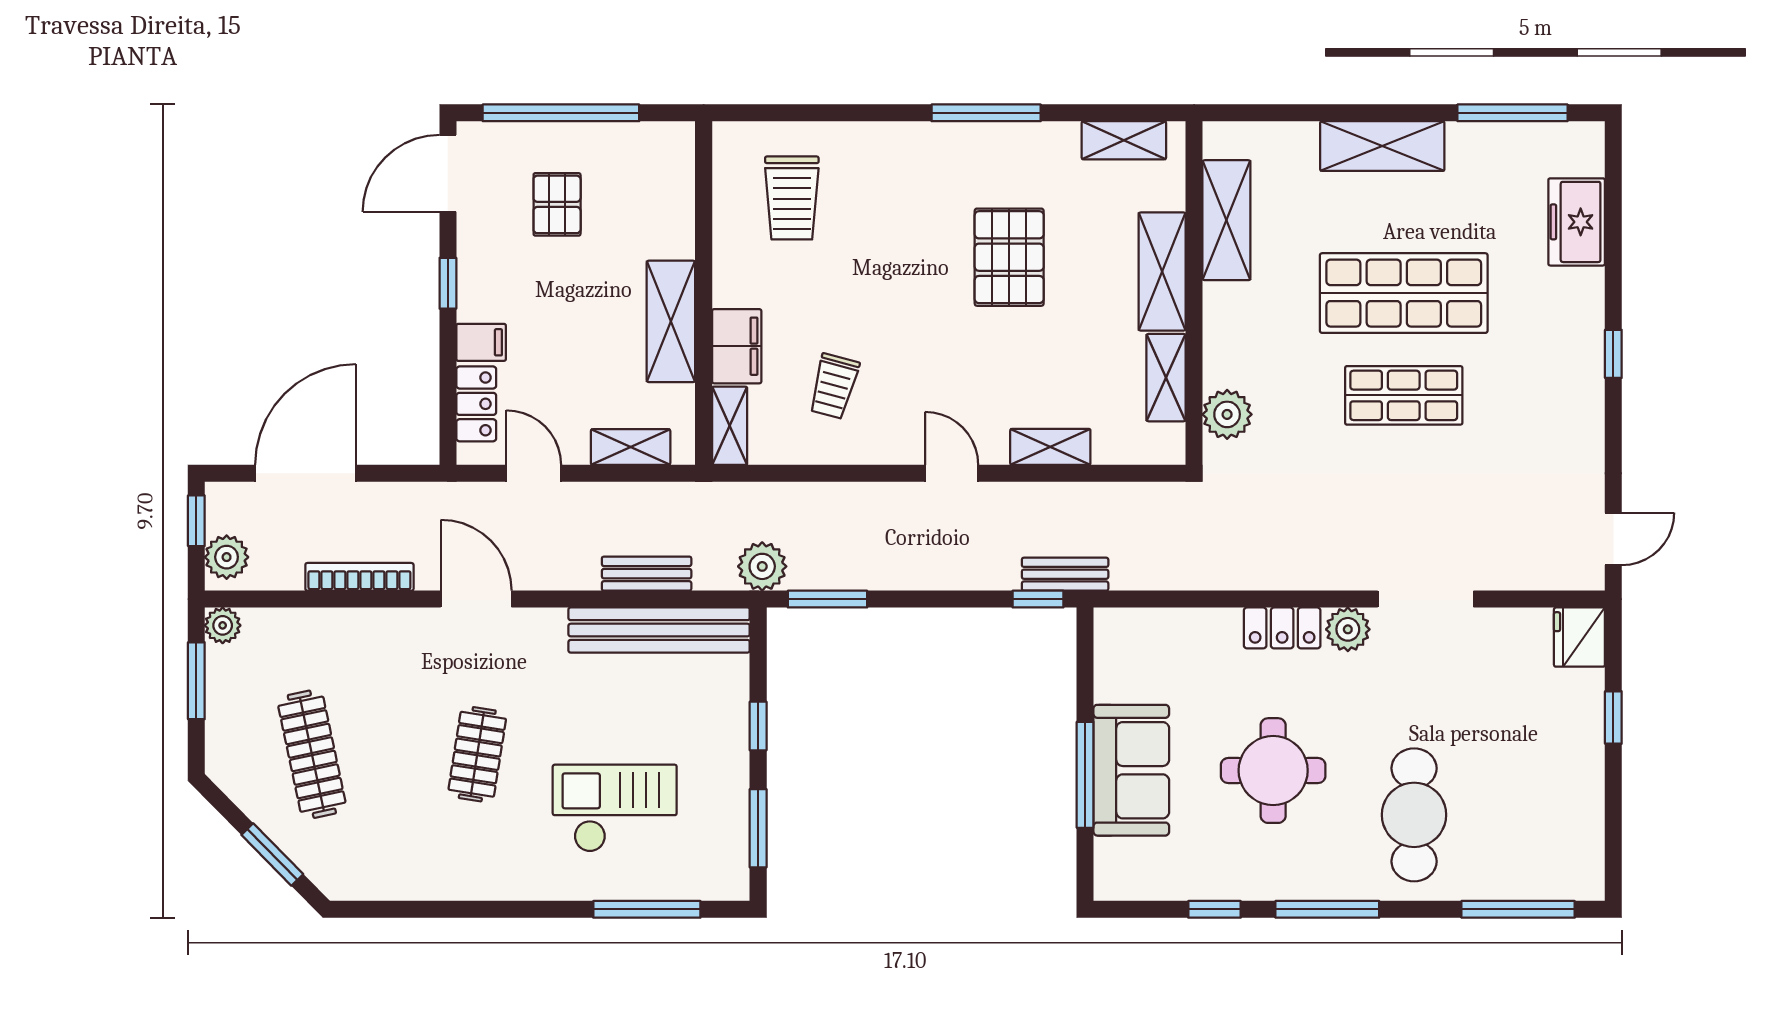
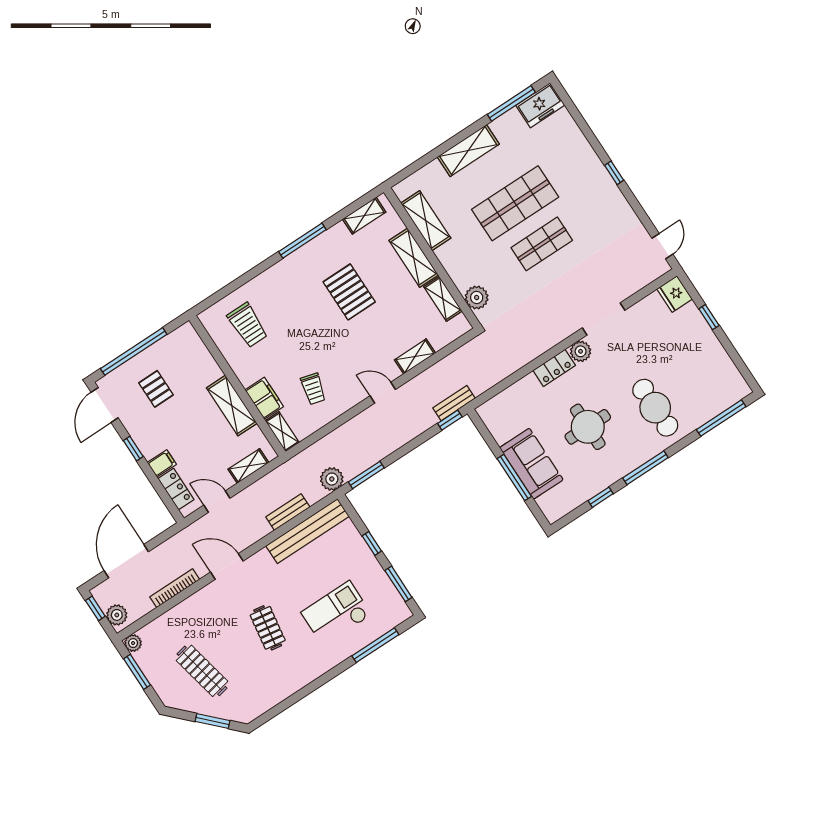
freezer: (1577, 222) -> (540, 105), moved, turned -90

